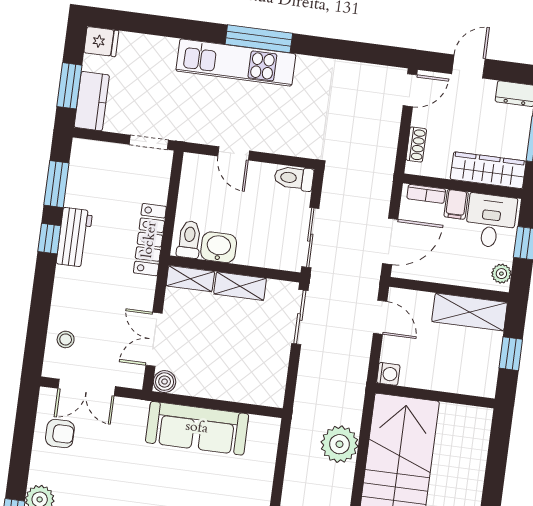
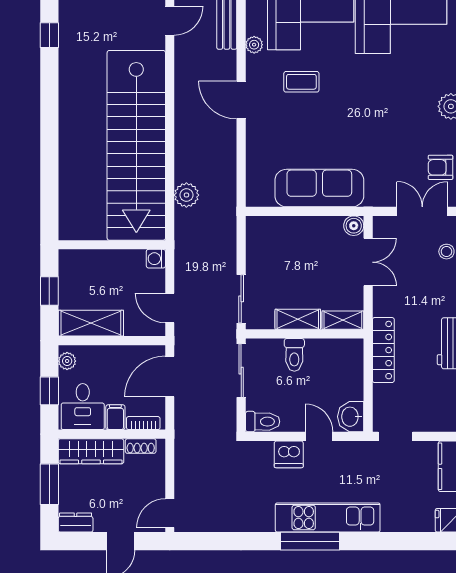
dishwasher: (270, 138) -> (289, 454), added
shoe rack: (416, 145) -> (141, 446), moved, turned -90
toilet: (189, 239) -> (294, 355), moved
washbasin: (219, 247) -> (351, 417), moved, turned 90
plant: (340, 444) -> (186, 195), width x0.73, depth x0.73

